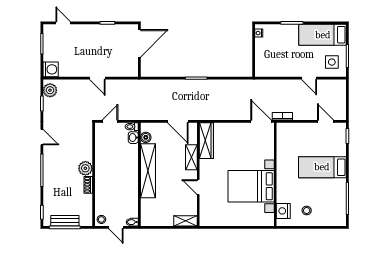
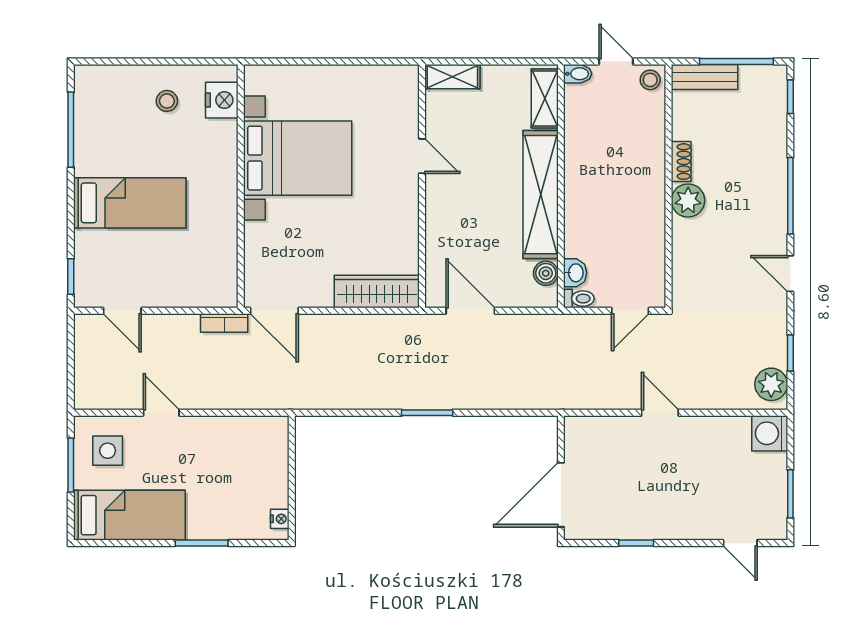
wardrobe: (206, 141) -> (377, 291), moved, turned 90
shelving: (191, 157) -> (545, 99), moved
bench: (65, 221) -> (705, 77), moved

